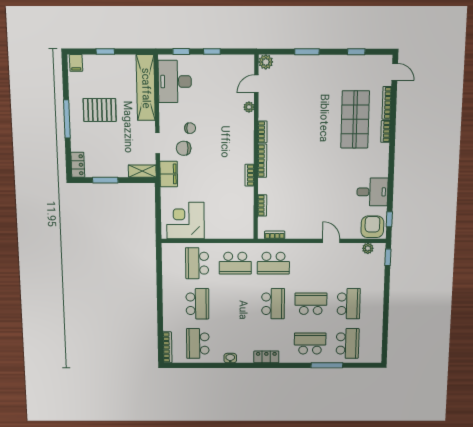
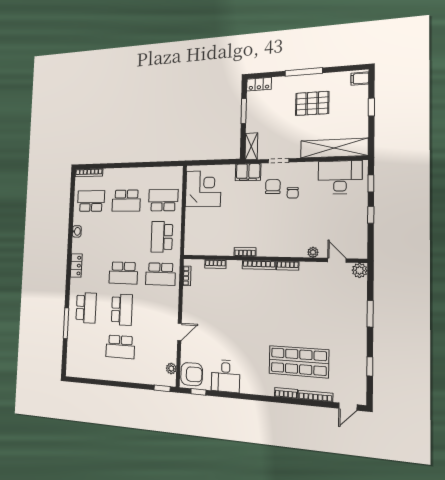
pallet: (100, 110) -> (312, 103), turned 90
school desk: (273, 263) -> (161, 274), turned -90
school desk: (348, 343) -> (84, 344), removed

